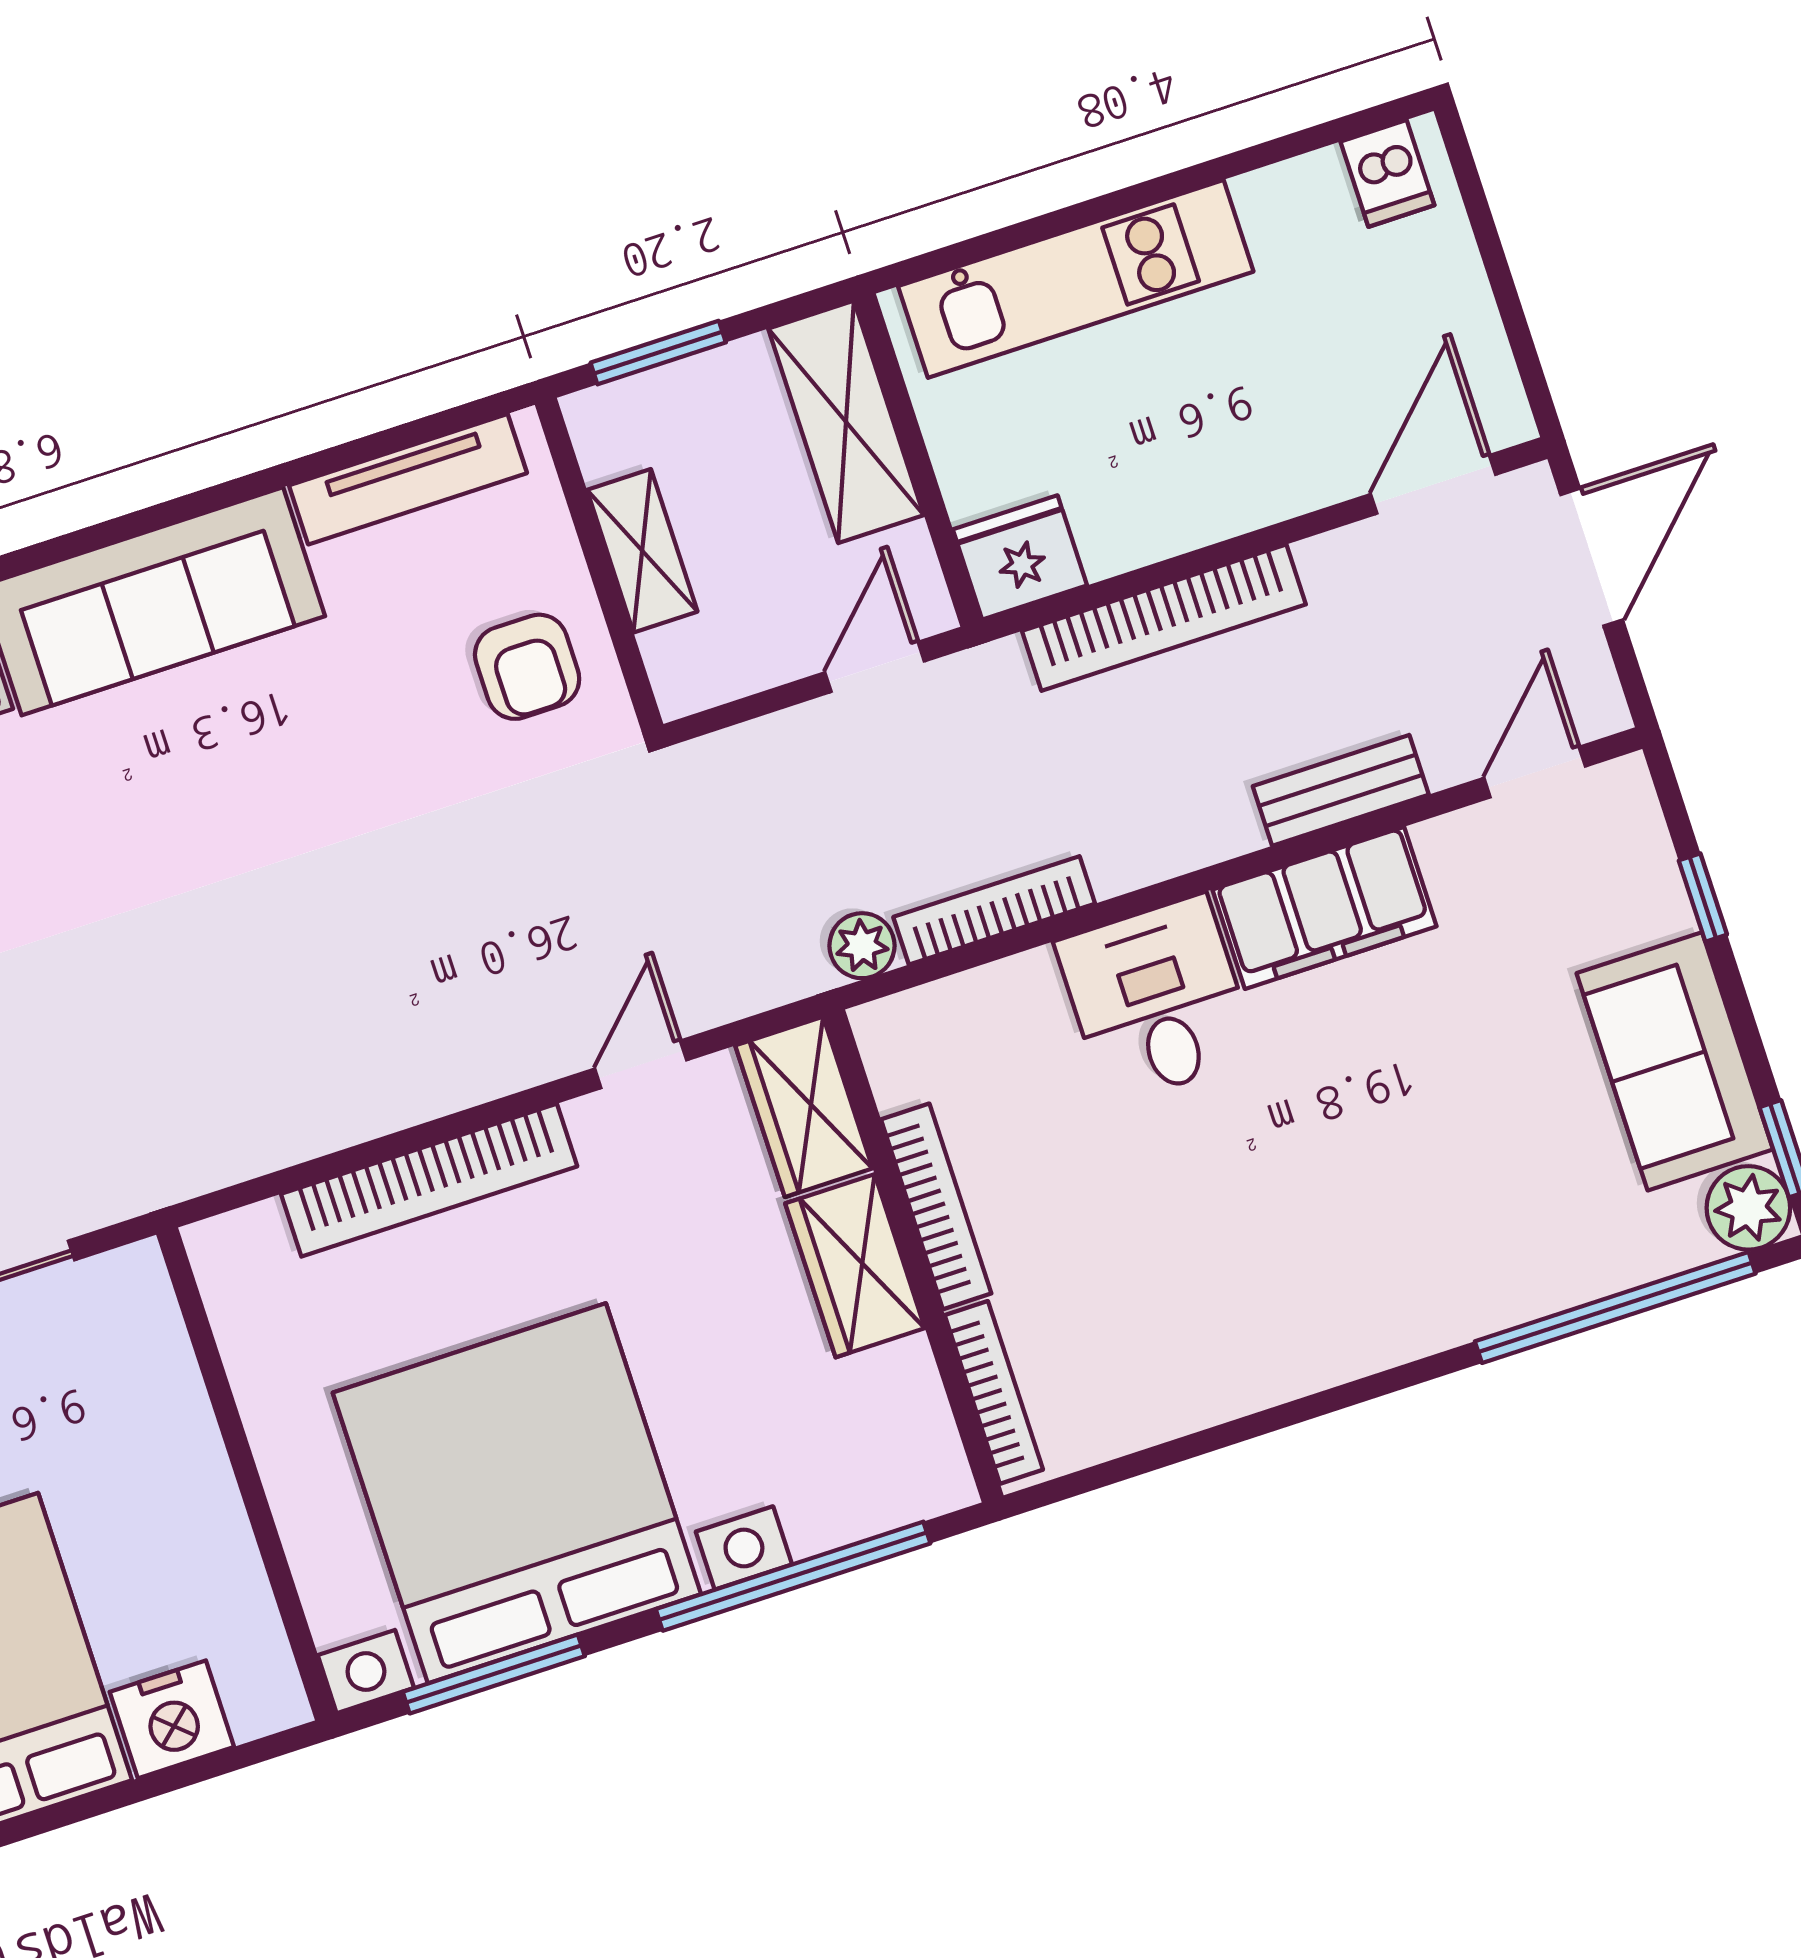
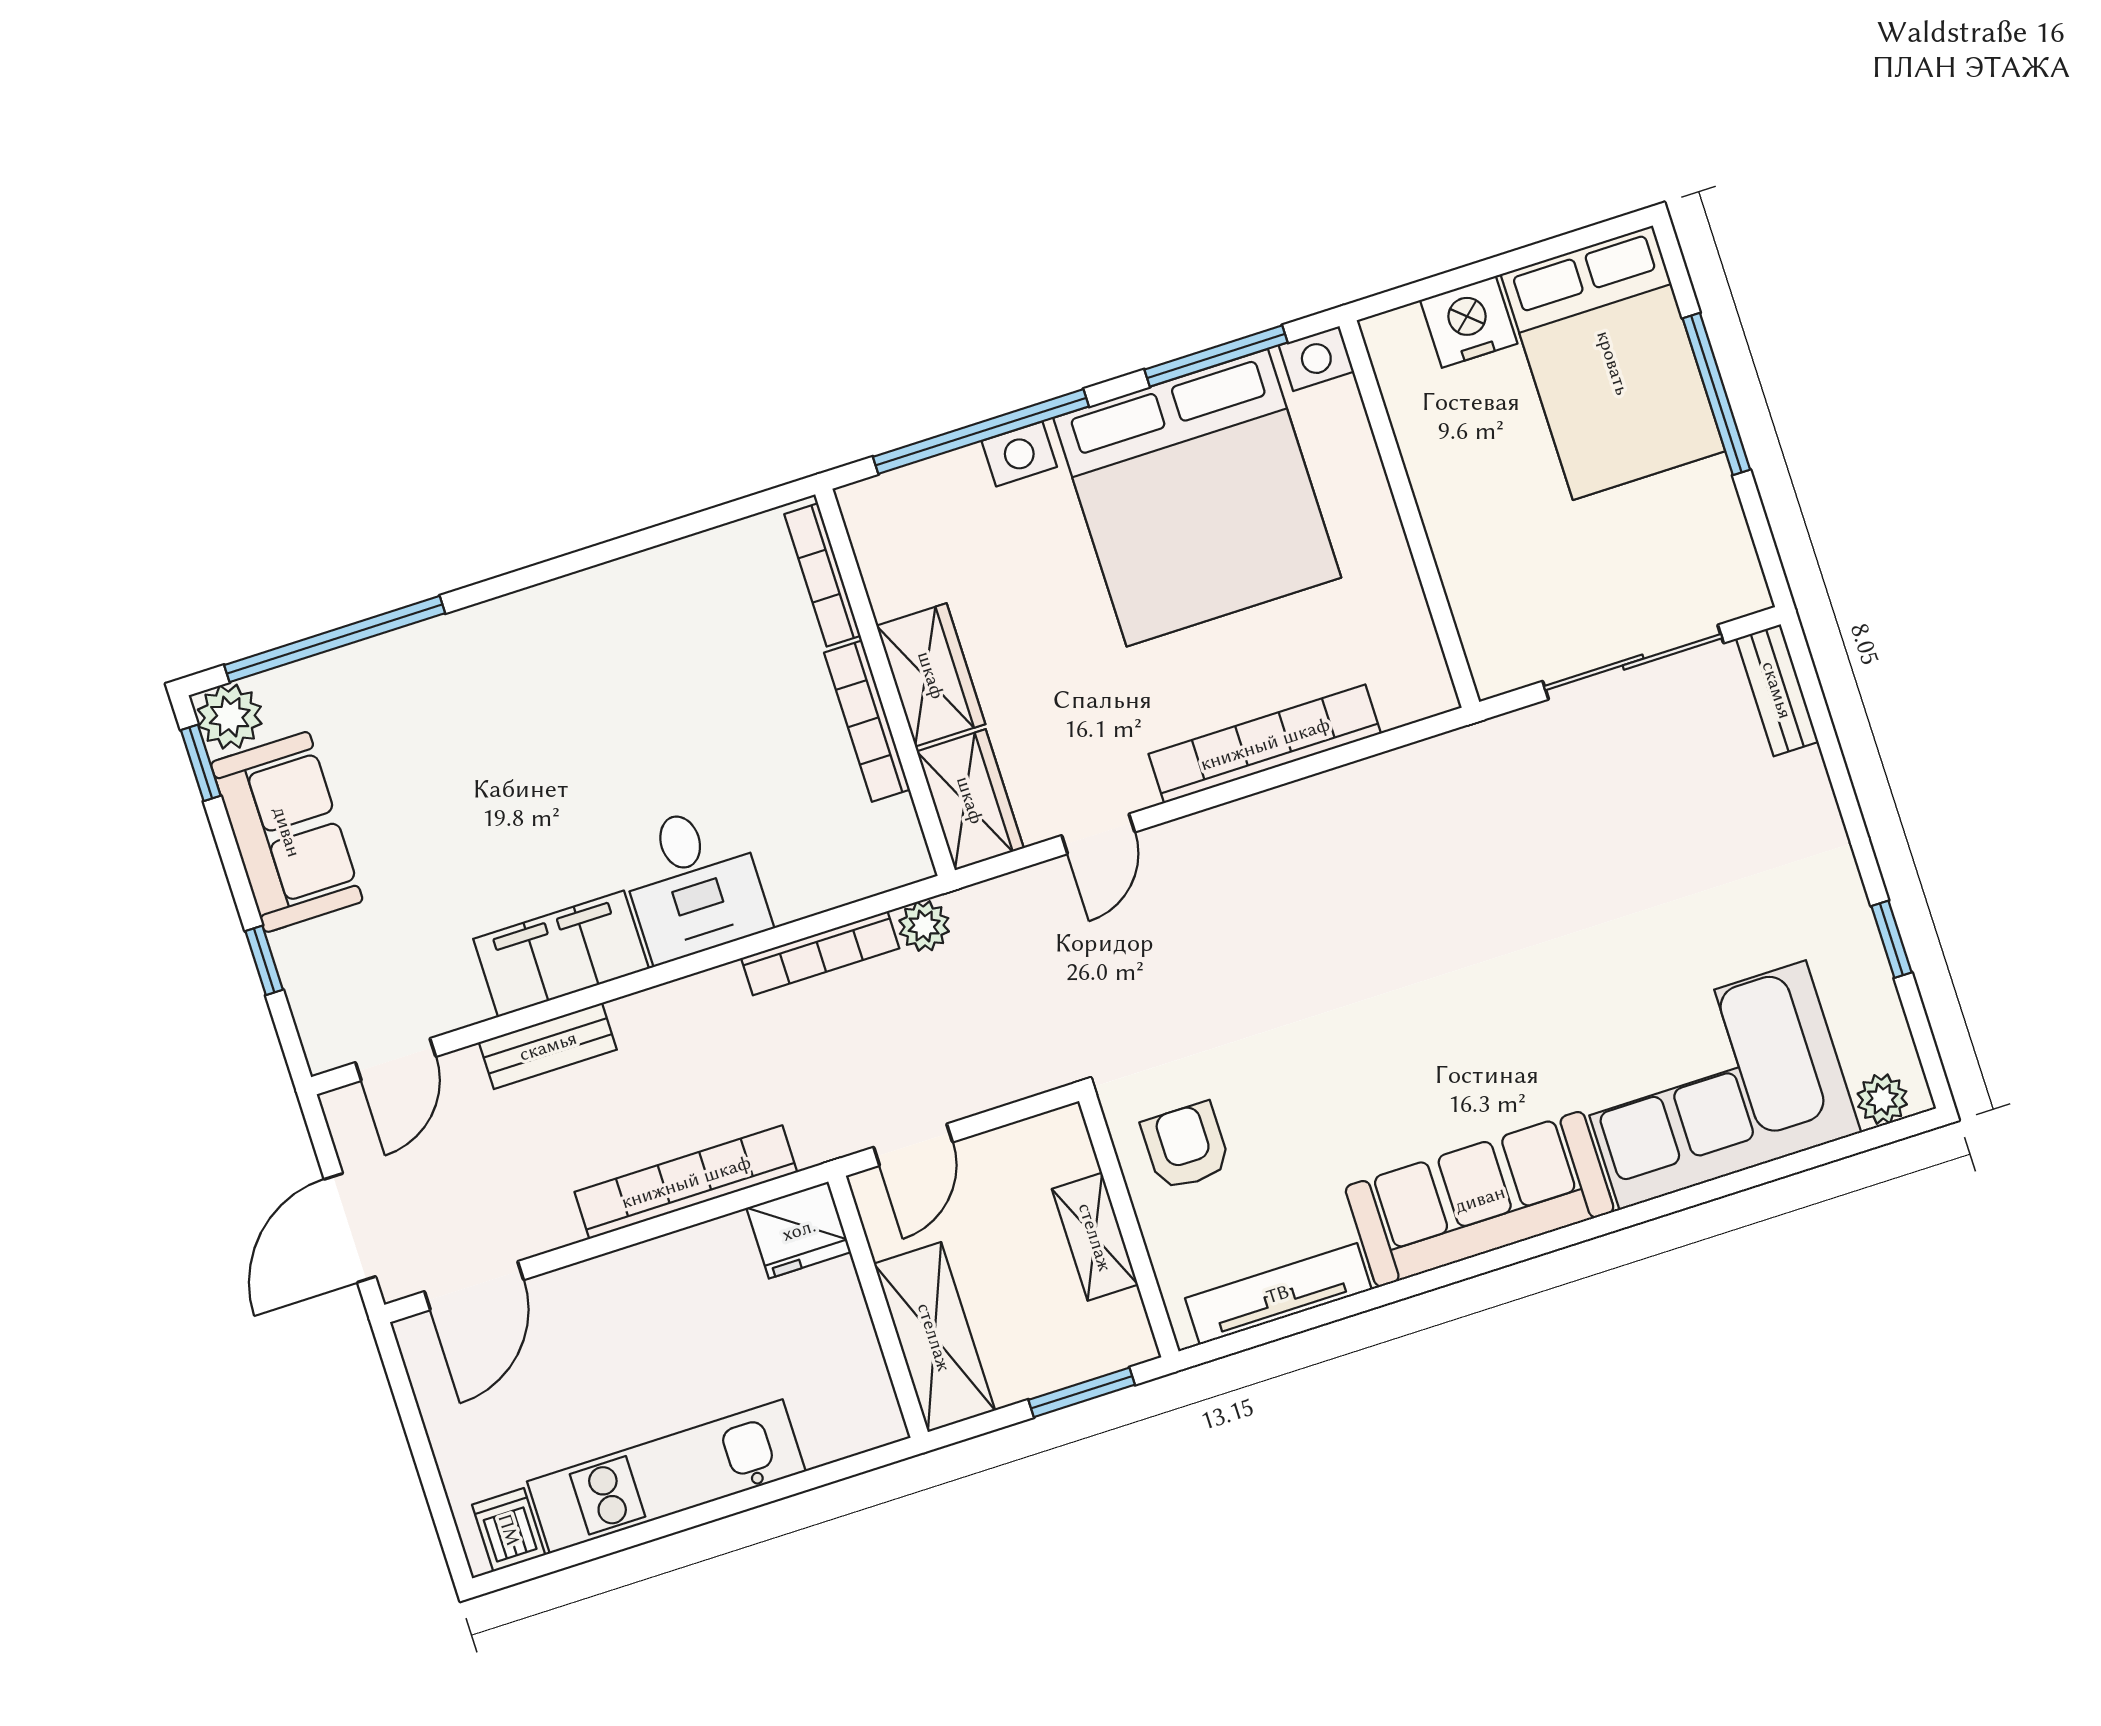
kitchen unit: (1076, 279) -> (666, 1476), moved

